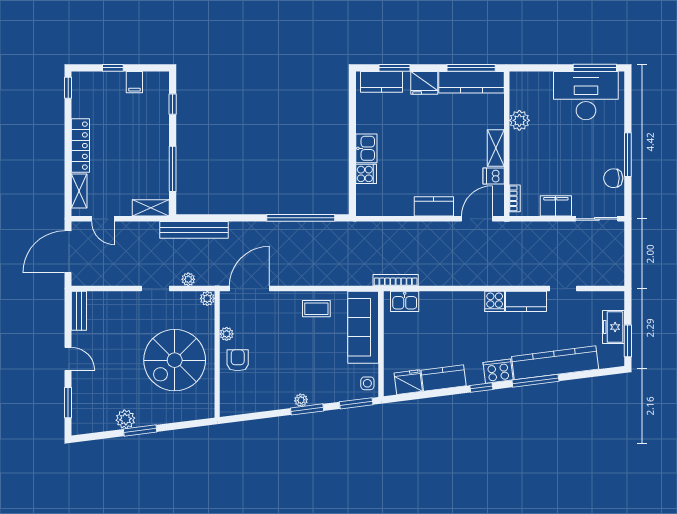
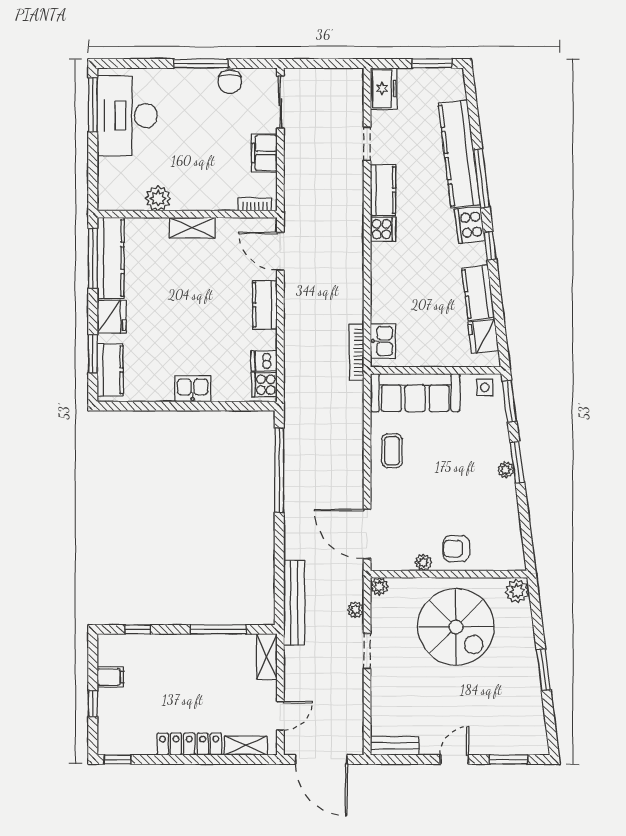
cooker: (366, 174) -> (264, 385), moved, turned -90
dishwasher: (494, 176) -> (264, 361), moved, turned 90
freezer: (614, 327) -> (384, 89), moved, turned -90
plant: (125, 419) -> (517, 591), moved

